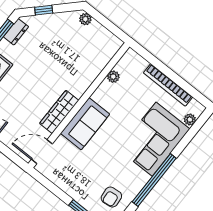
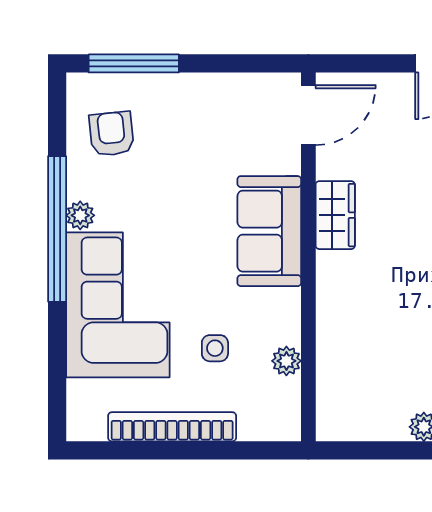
side table: (133, 100) -> (215, 348), added
wardrobe: (59, 112) -> (335, 215), width x0.67
plant: (190, 120) -> (80, 215), moved

